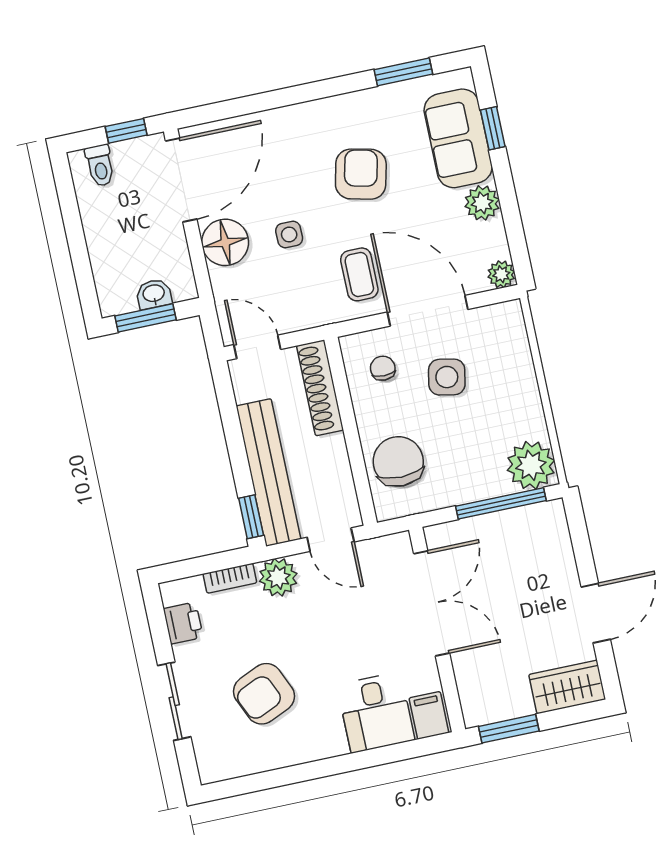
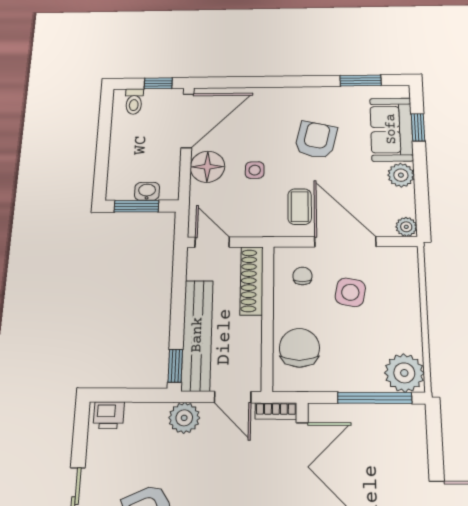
bookcase: (230, 578) -> (276, 411), moved
printer: (183, 623) -> (109, 415), moved, turned 90

